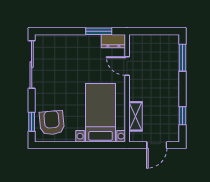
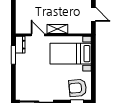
door: (127, 66) -> (38, 35), swing flipped
shelving: (136, 116) -> (57, 29), moved

